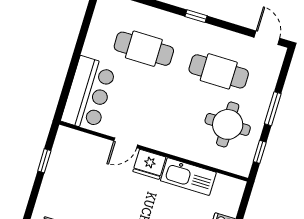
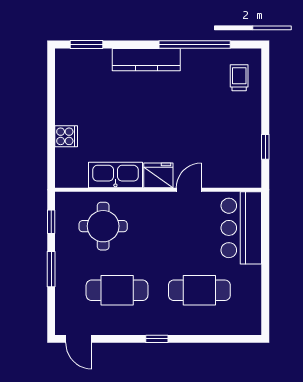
round table: (228, 124) -> (103, 226), moved

